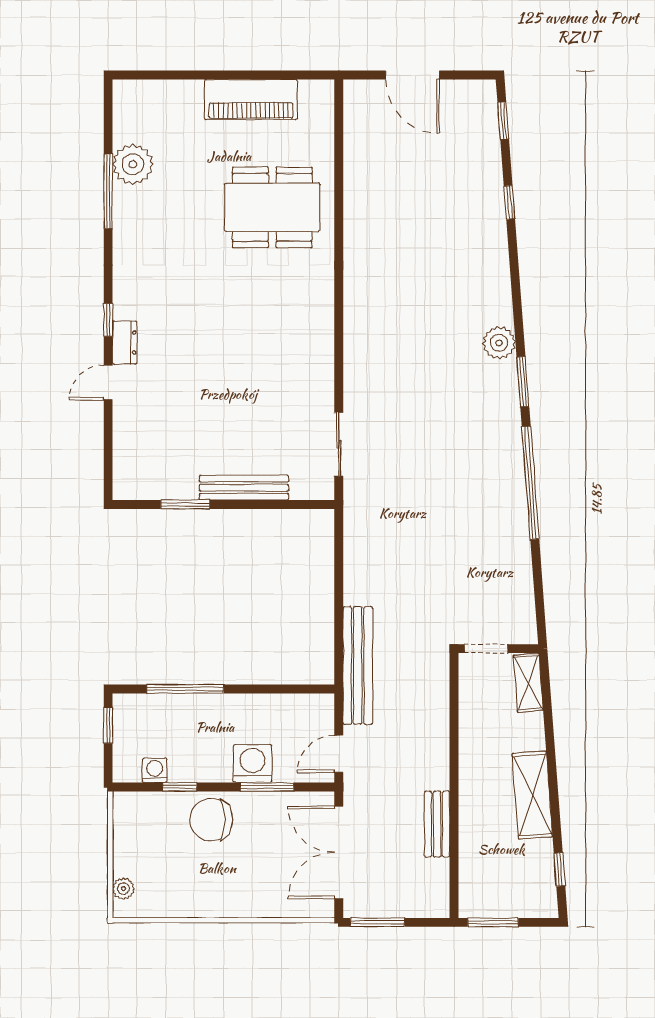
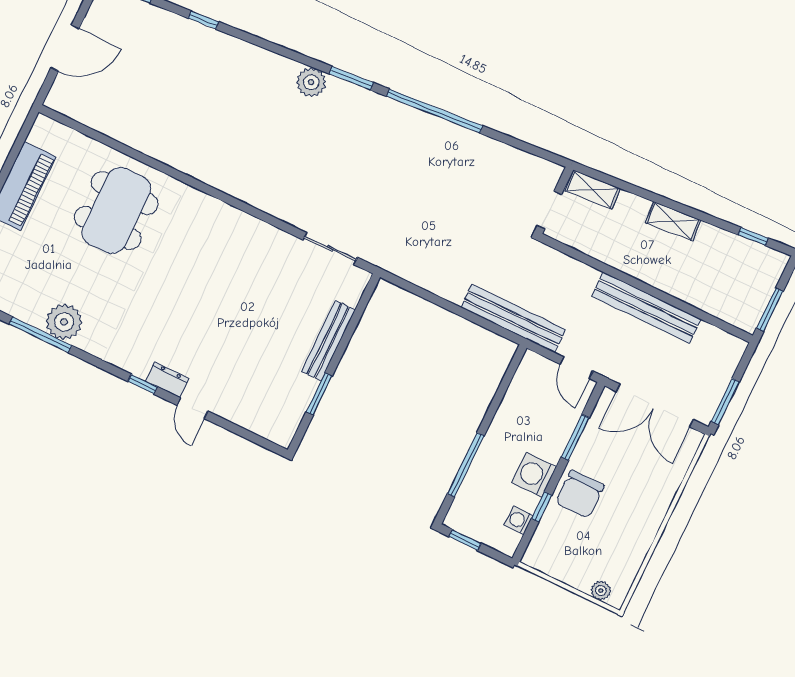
plant: (133, 164) -> (64, 322), moved
washing machine: (253, 764) -> (534, 475), moved
shelving: (532, 795) -> (673, 221), width x0.67, depth x0.75
bench: (437, 824) -> (646, 308), width x1.86, depth x1.21

